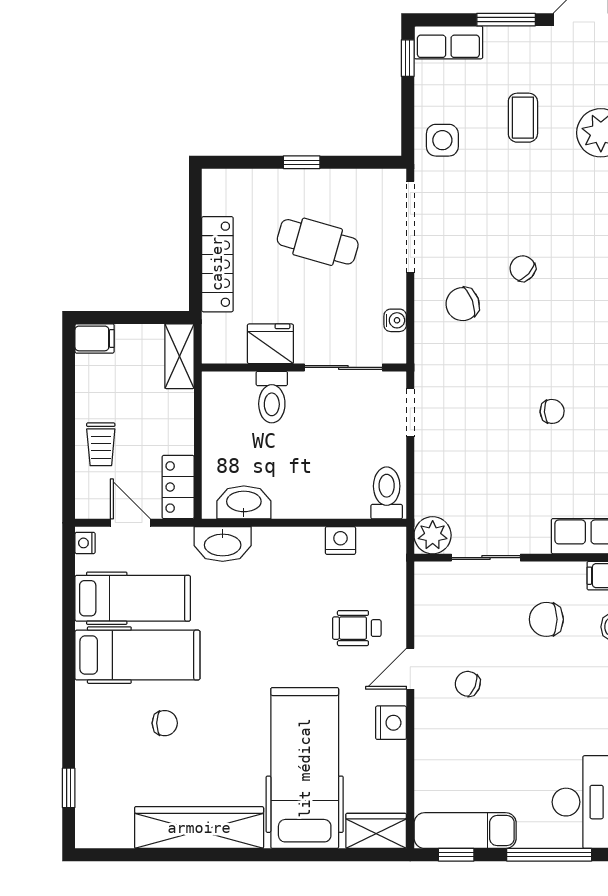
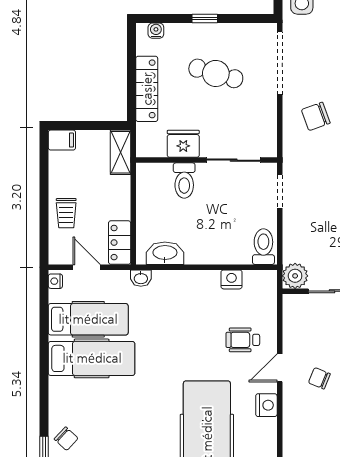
water cooler: (395, 320) -> (156, 31), moved, turned -90
washbasin: (223, 544) -> (141, 278), width x0.52, depth x0.69
chair: (165, 723) -> (66, 439), moved, turned 43

